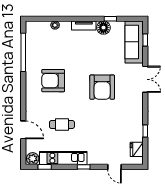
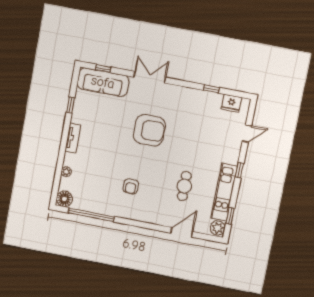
floor lamp: (103, 28) -> (64, 199), moved
armchair: (53, 81) -> (131, 186), width x0.53, depth x0.53

